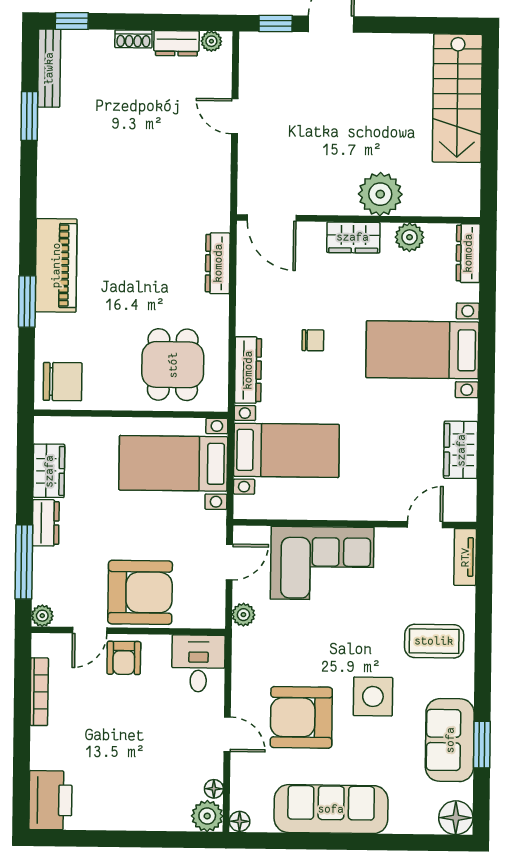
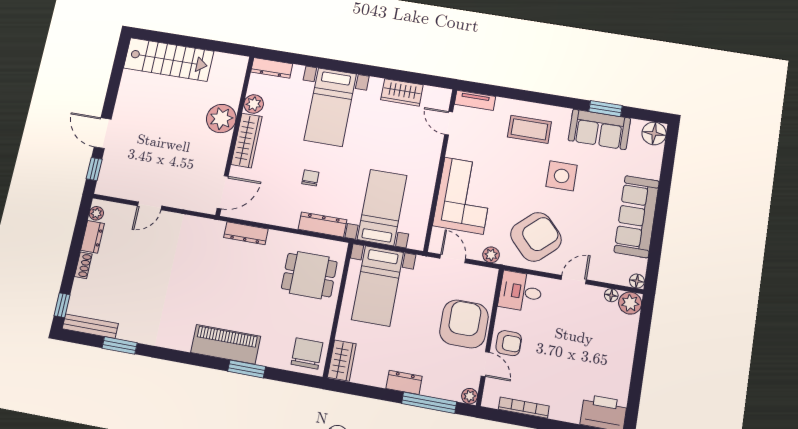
wardrobe: (353, 237) -> (247, 140), width x1.50
wardrobe: (49, 471) -> (342, 361), moved, turned 90
coffee table: (434, 641) -> (529, 129), turned 90
armchair: (301, 717) -> (536, 237), moved, turned -133

